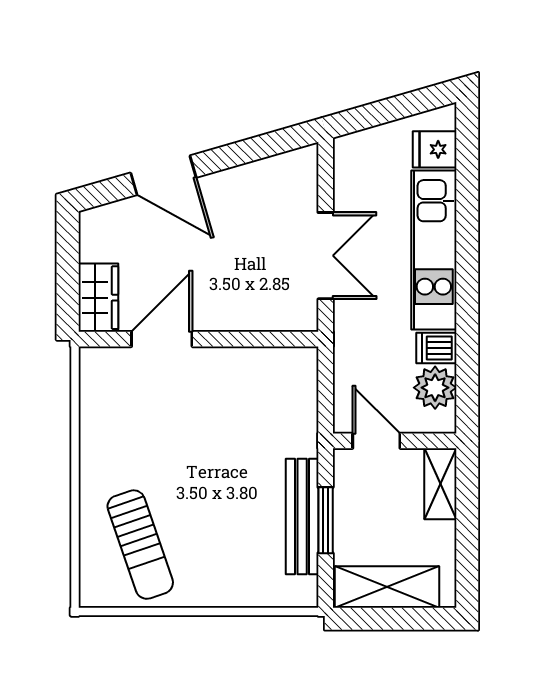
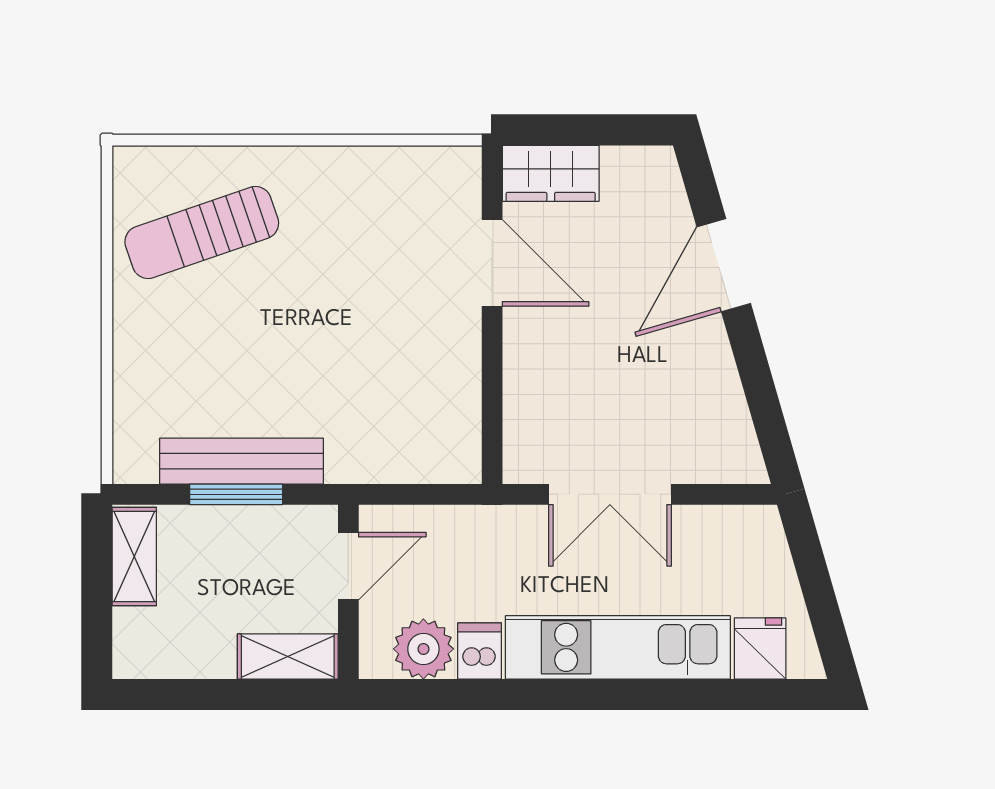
shelving: (387, 587) -> (134, 556), width x0.67, depth x0.75

